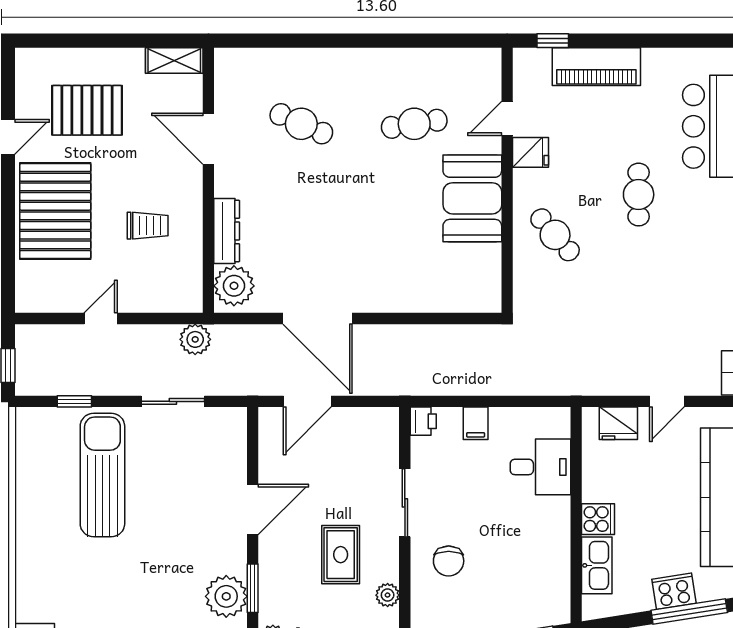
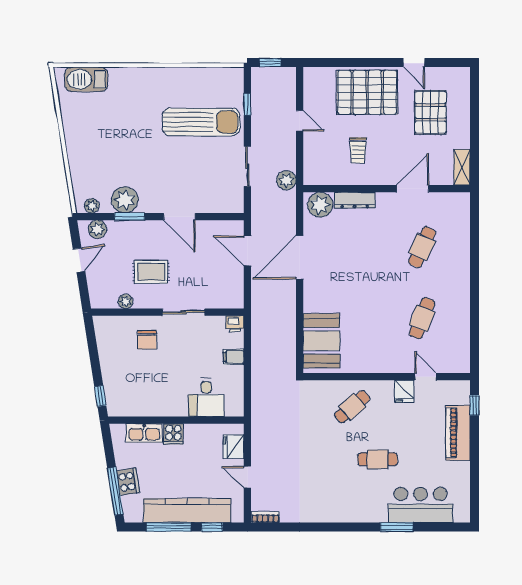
cafe table: (414, 124) -> (422, 318), turned 30
booth: (472, 198) -> (321, 341), moved, turned 90
chair: (449, 561) -> (147, 340), turned -90

